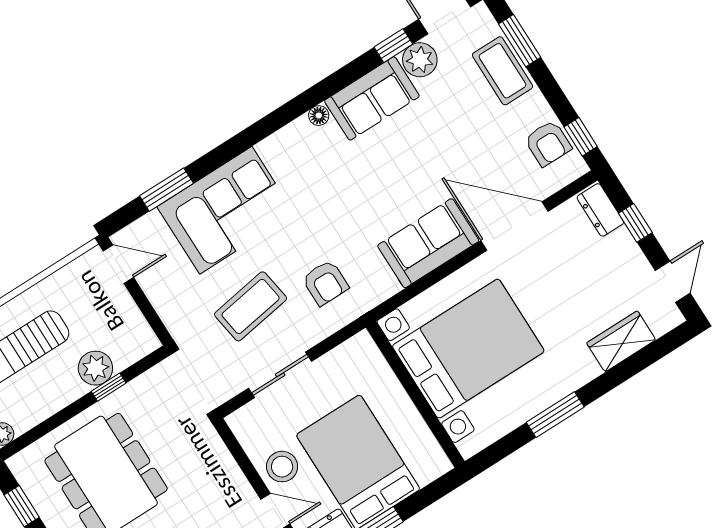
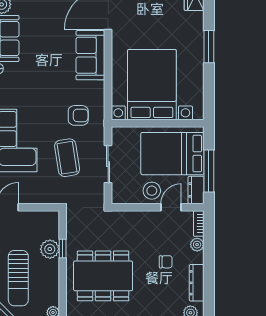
bed with nightstands: (468, 349) -> (152, 85), moved
wall: (415, 394) -> (158, 123), moved

